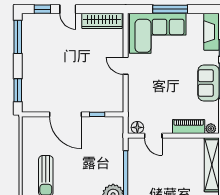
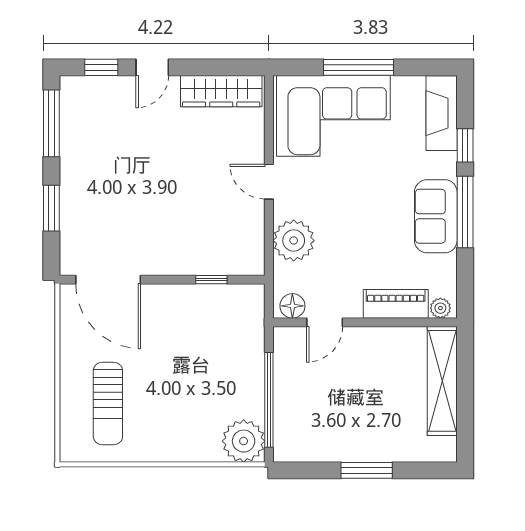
door: (68, 9) -> (152, 67), hinge flipped
window: (18, 90) -> (51, 208), moved
plant: (138, 95) -> (294, 241), added
door: (66, 114) -> (108, 280), moved
door: (153, 136) -> (325, 322), hinge flipped

